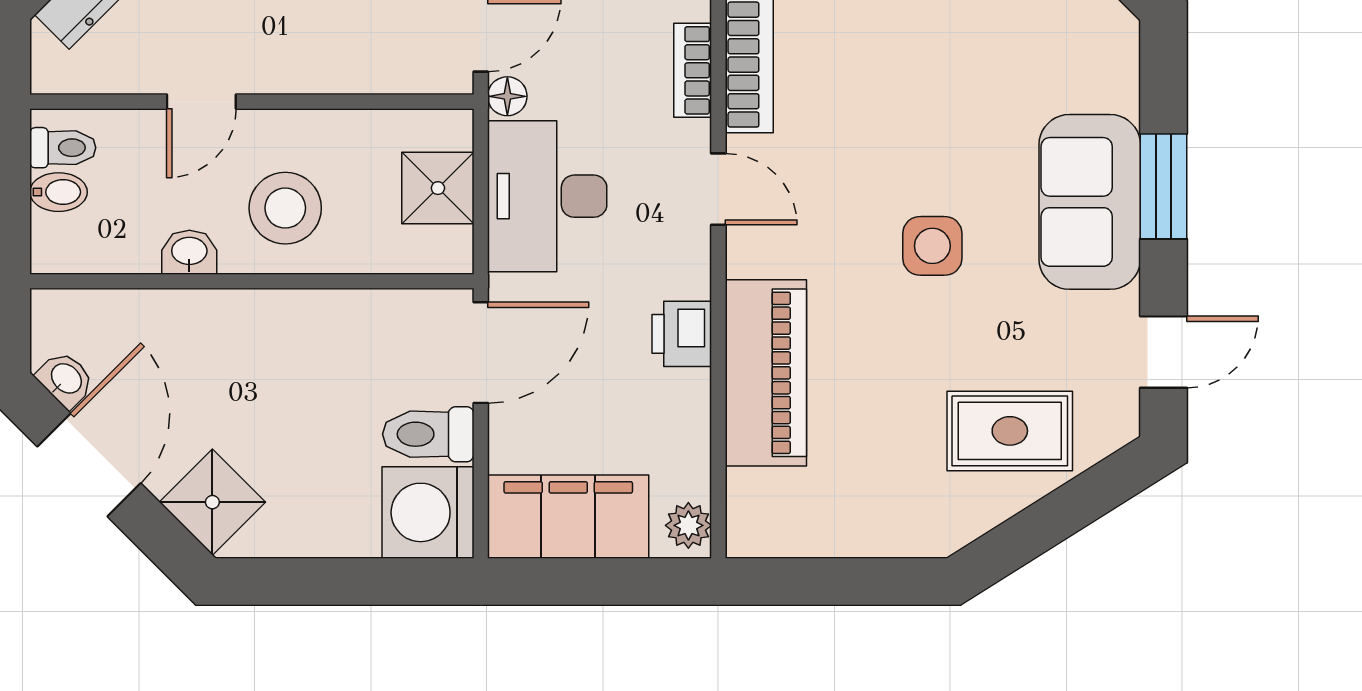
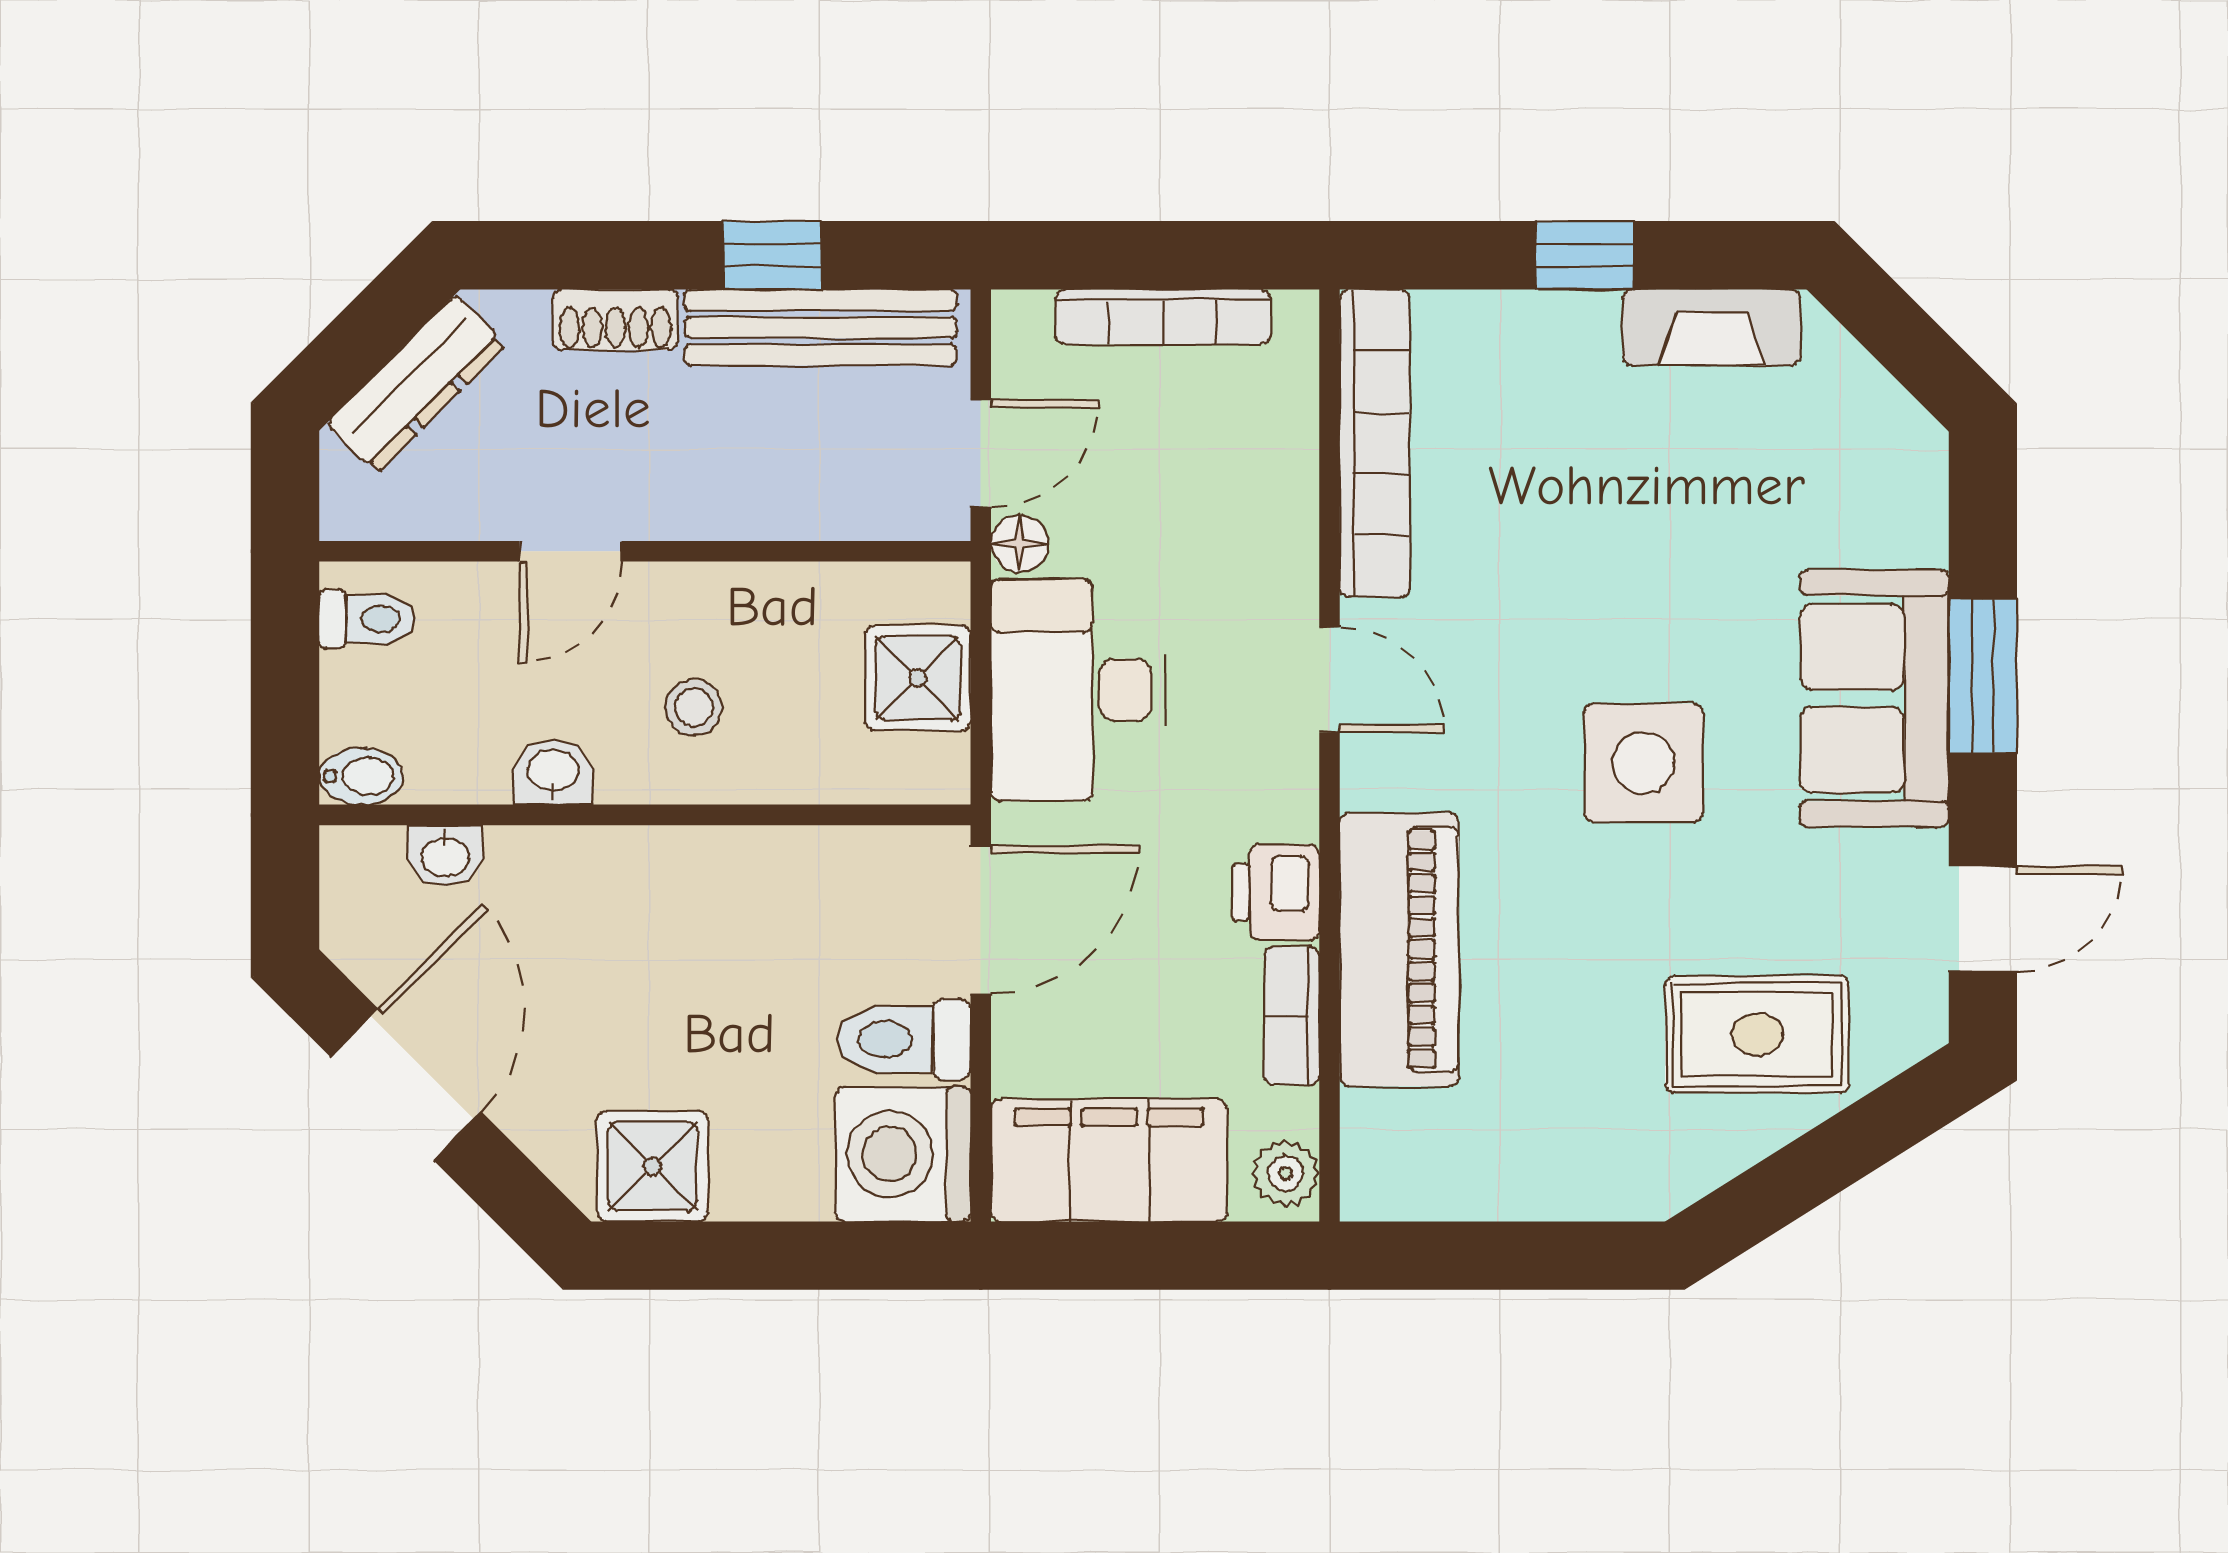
bookcase: (693, 70) -> (1292, 1016), moved
bidet: (59, 192) -> (361, 776), moved
stool: (285, 208) -> (694, 708), width x0.53, depth x0.53
side table: (932, 246) -> (1644, 763), width x1.37, depth x1.37
washbasin: (66, 379) -> (445, 856), moved, turned 135
shower: (212, 502) -> (652, 1166), moved, turned 45

